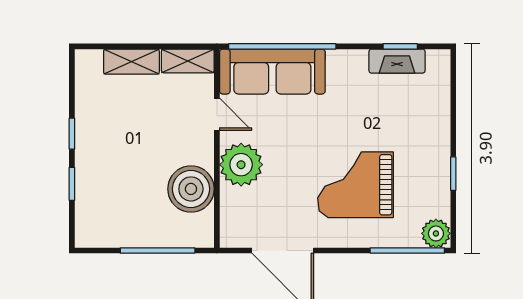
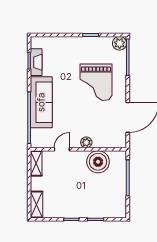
shelving: (131, 62) -> (36, 205), moved
sofa: (272, 72) -> (41, 102), moved
plant: (241, 165) -> (86, 142), width x0.53, depth x0.53

